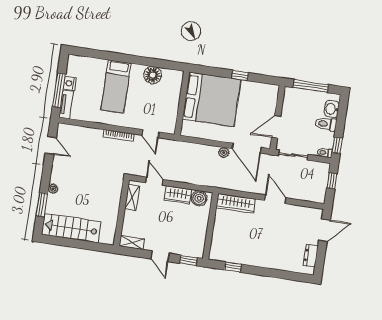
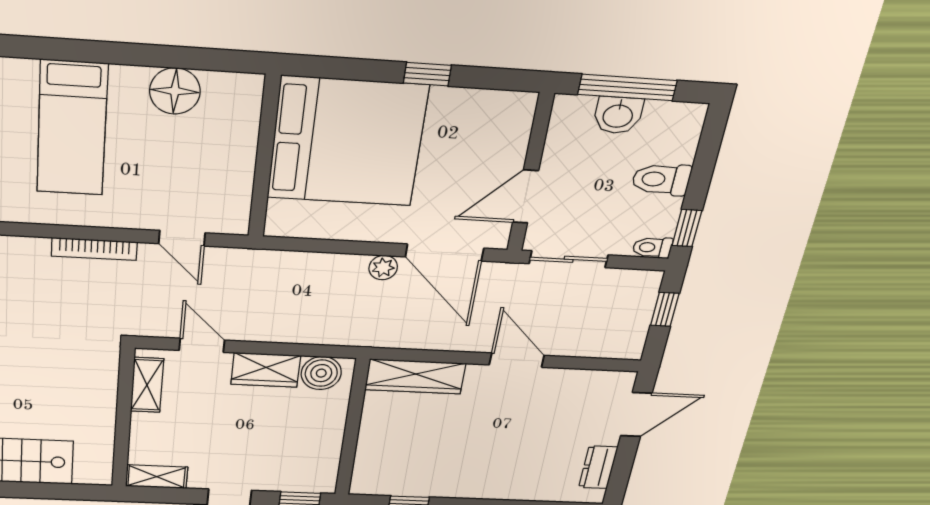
washbasin: (332, 109) -> (618, 115), moved, turned -90

